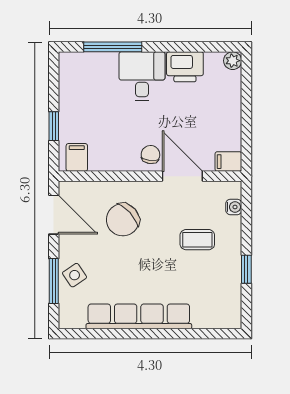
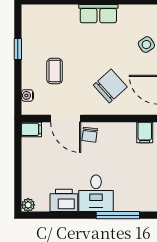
coffee table: (197, 240) -> (55, 71), turned 90
row of seats: (139, 316) -> (98, 14), width x0.50

